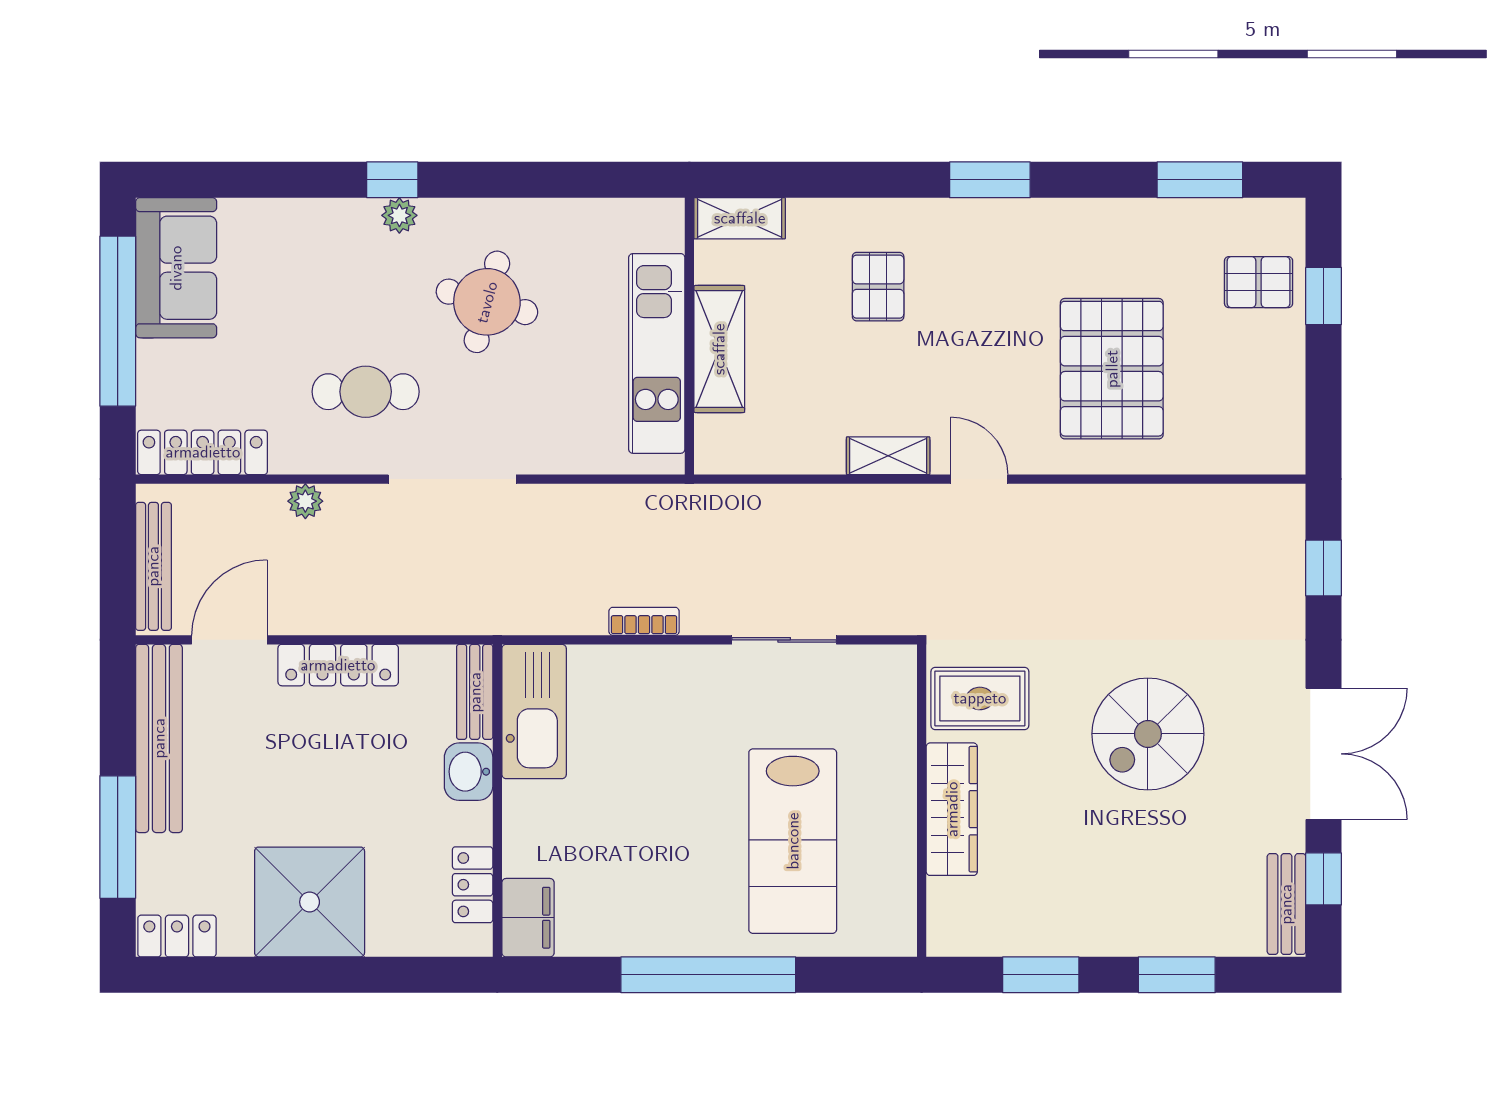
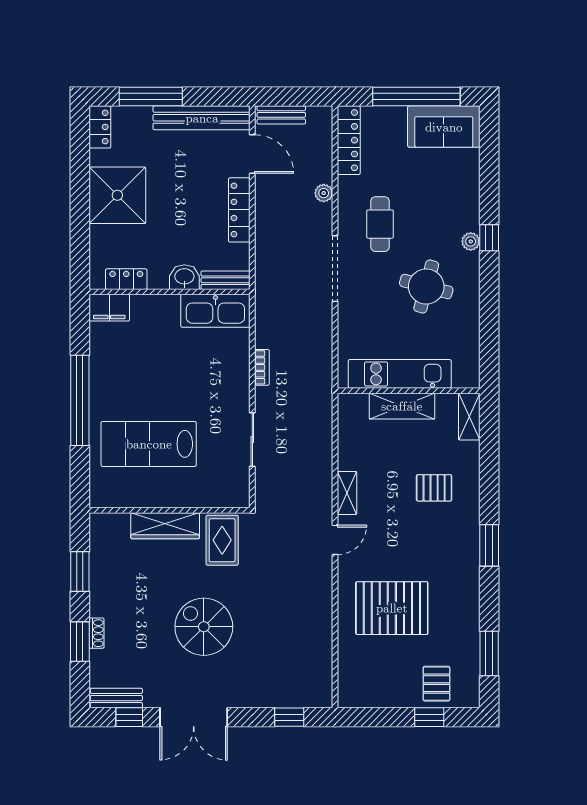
bench: (153, 566) -> (281, 115), width x0.73
shoe rack: (1160, 943) -> (97, 633), added

